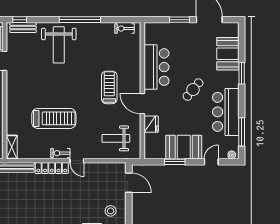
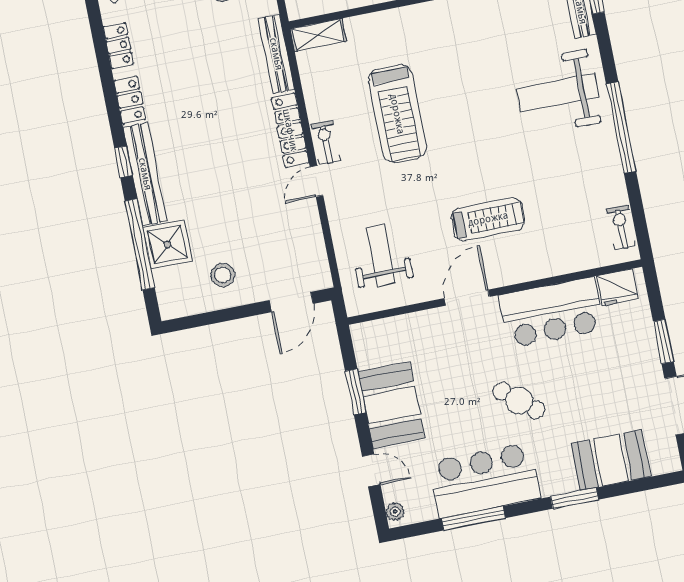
fridge: (151, 124) -> (617, 287), moved
window: (242, 132) -> (473, 518), moved

